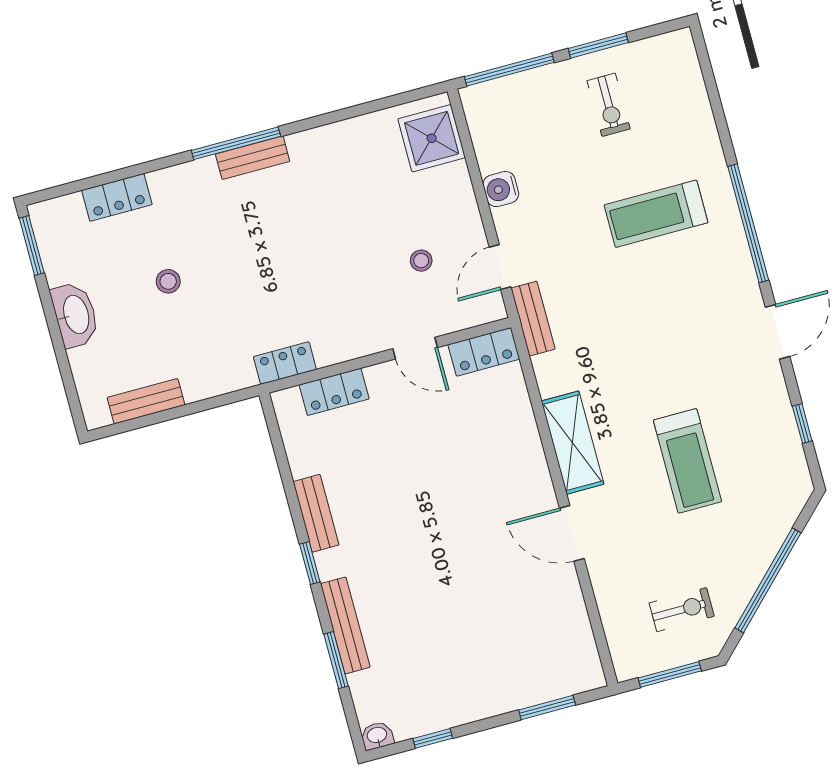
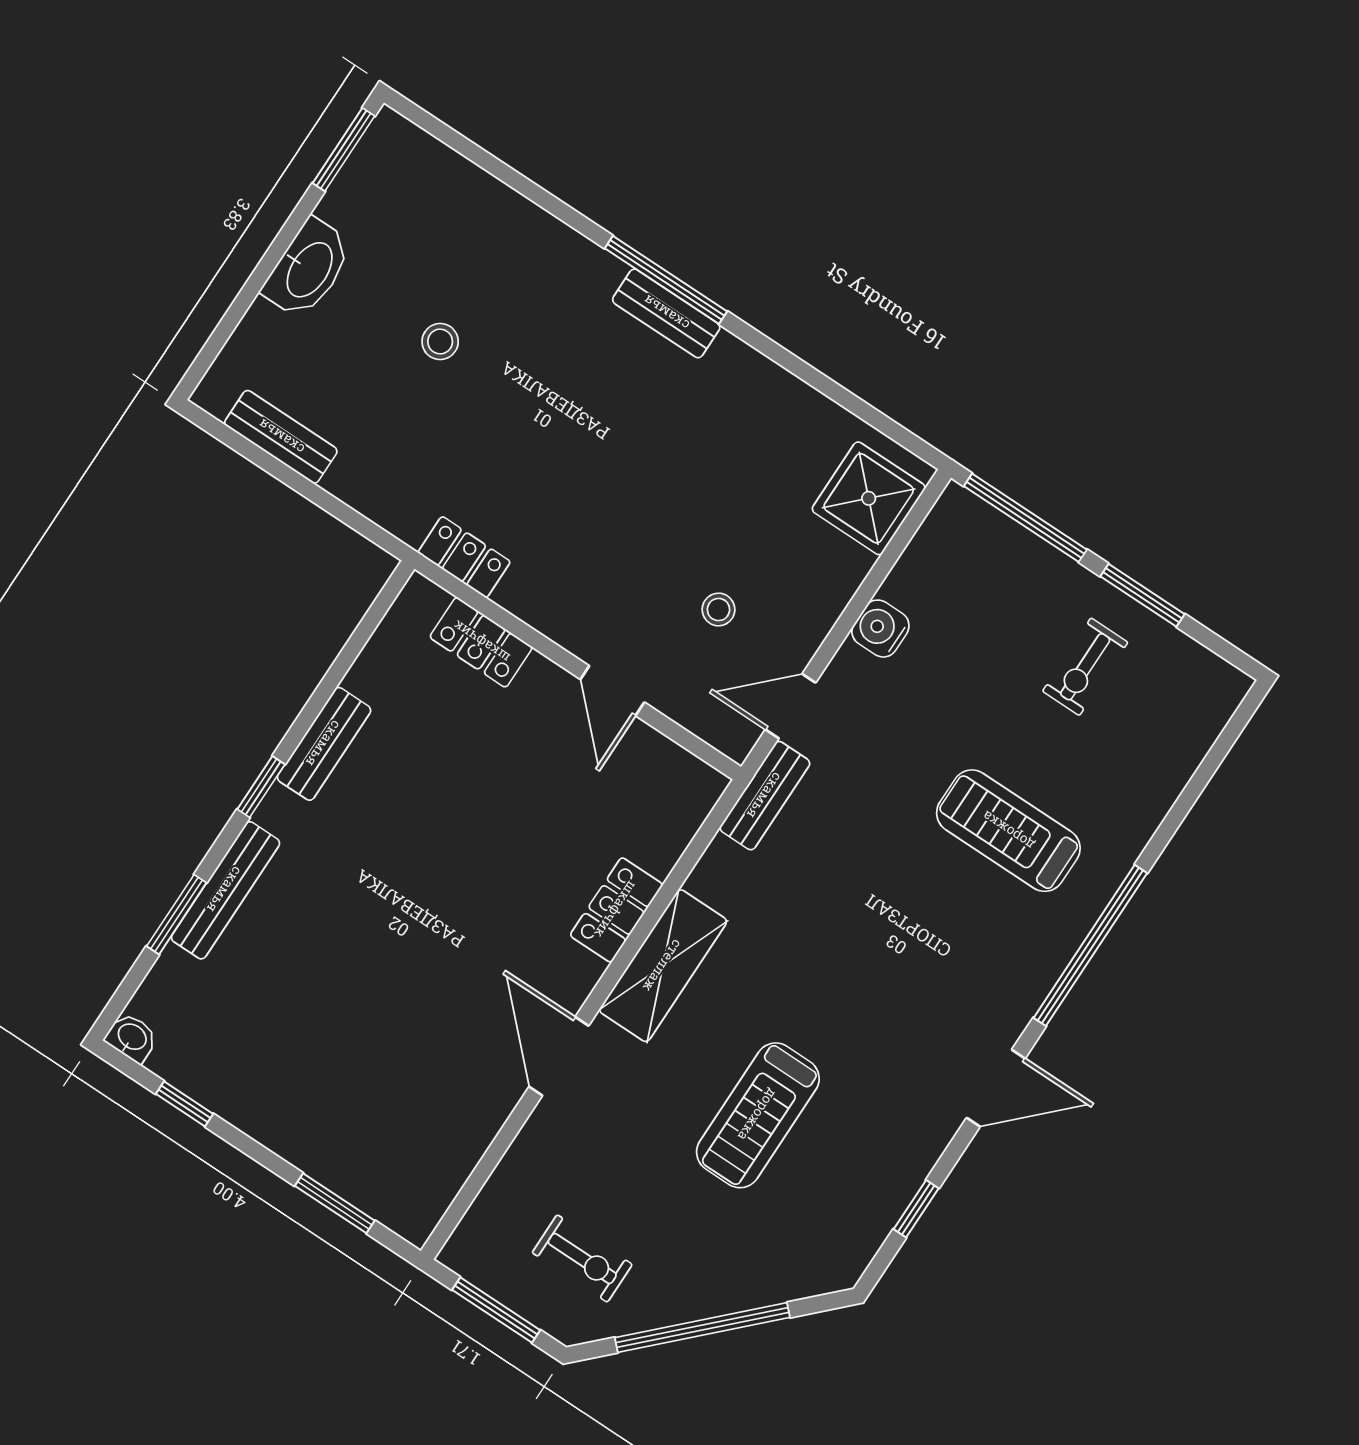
locker: (117, 197) -> (484, 198), removed
locker: (484, 352) -> (616, 910), moved, turned 90

